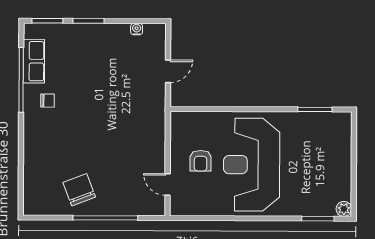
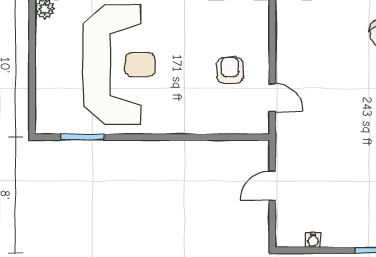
reception desk: (252, 165) -> (119, 65), moved
door: (168, 185) -> (272, 98), moved

